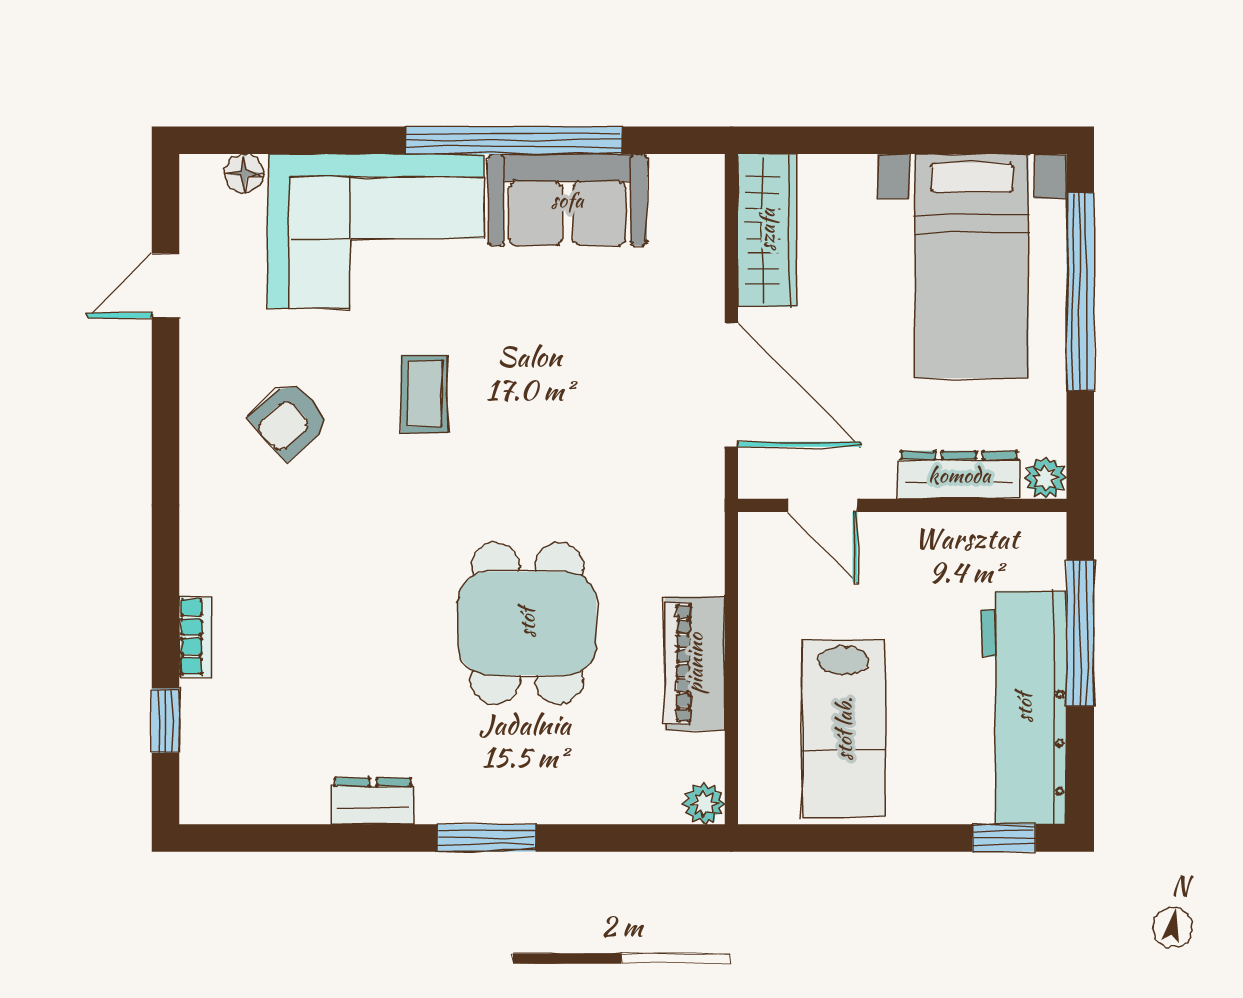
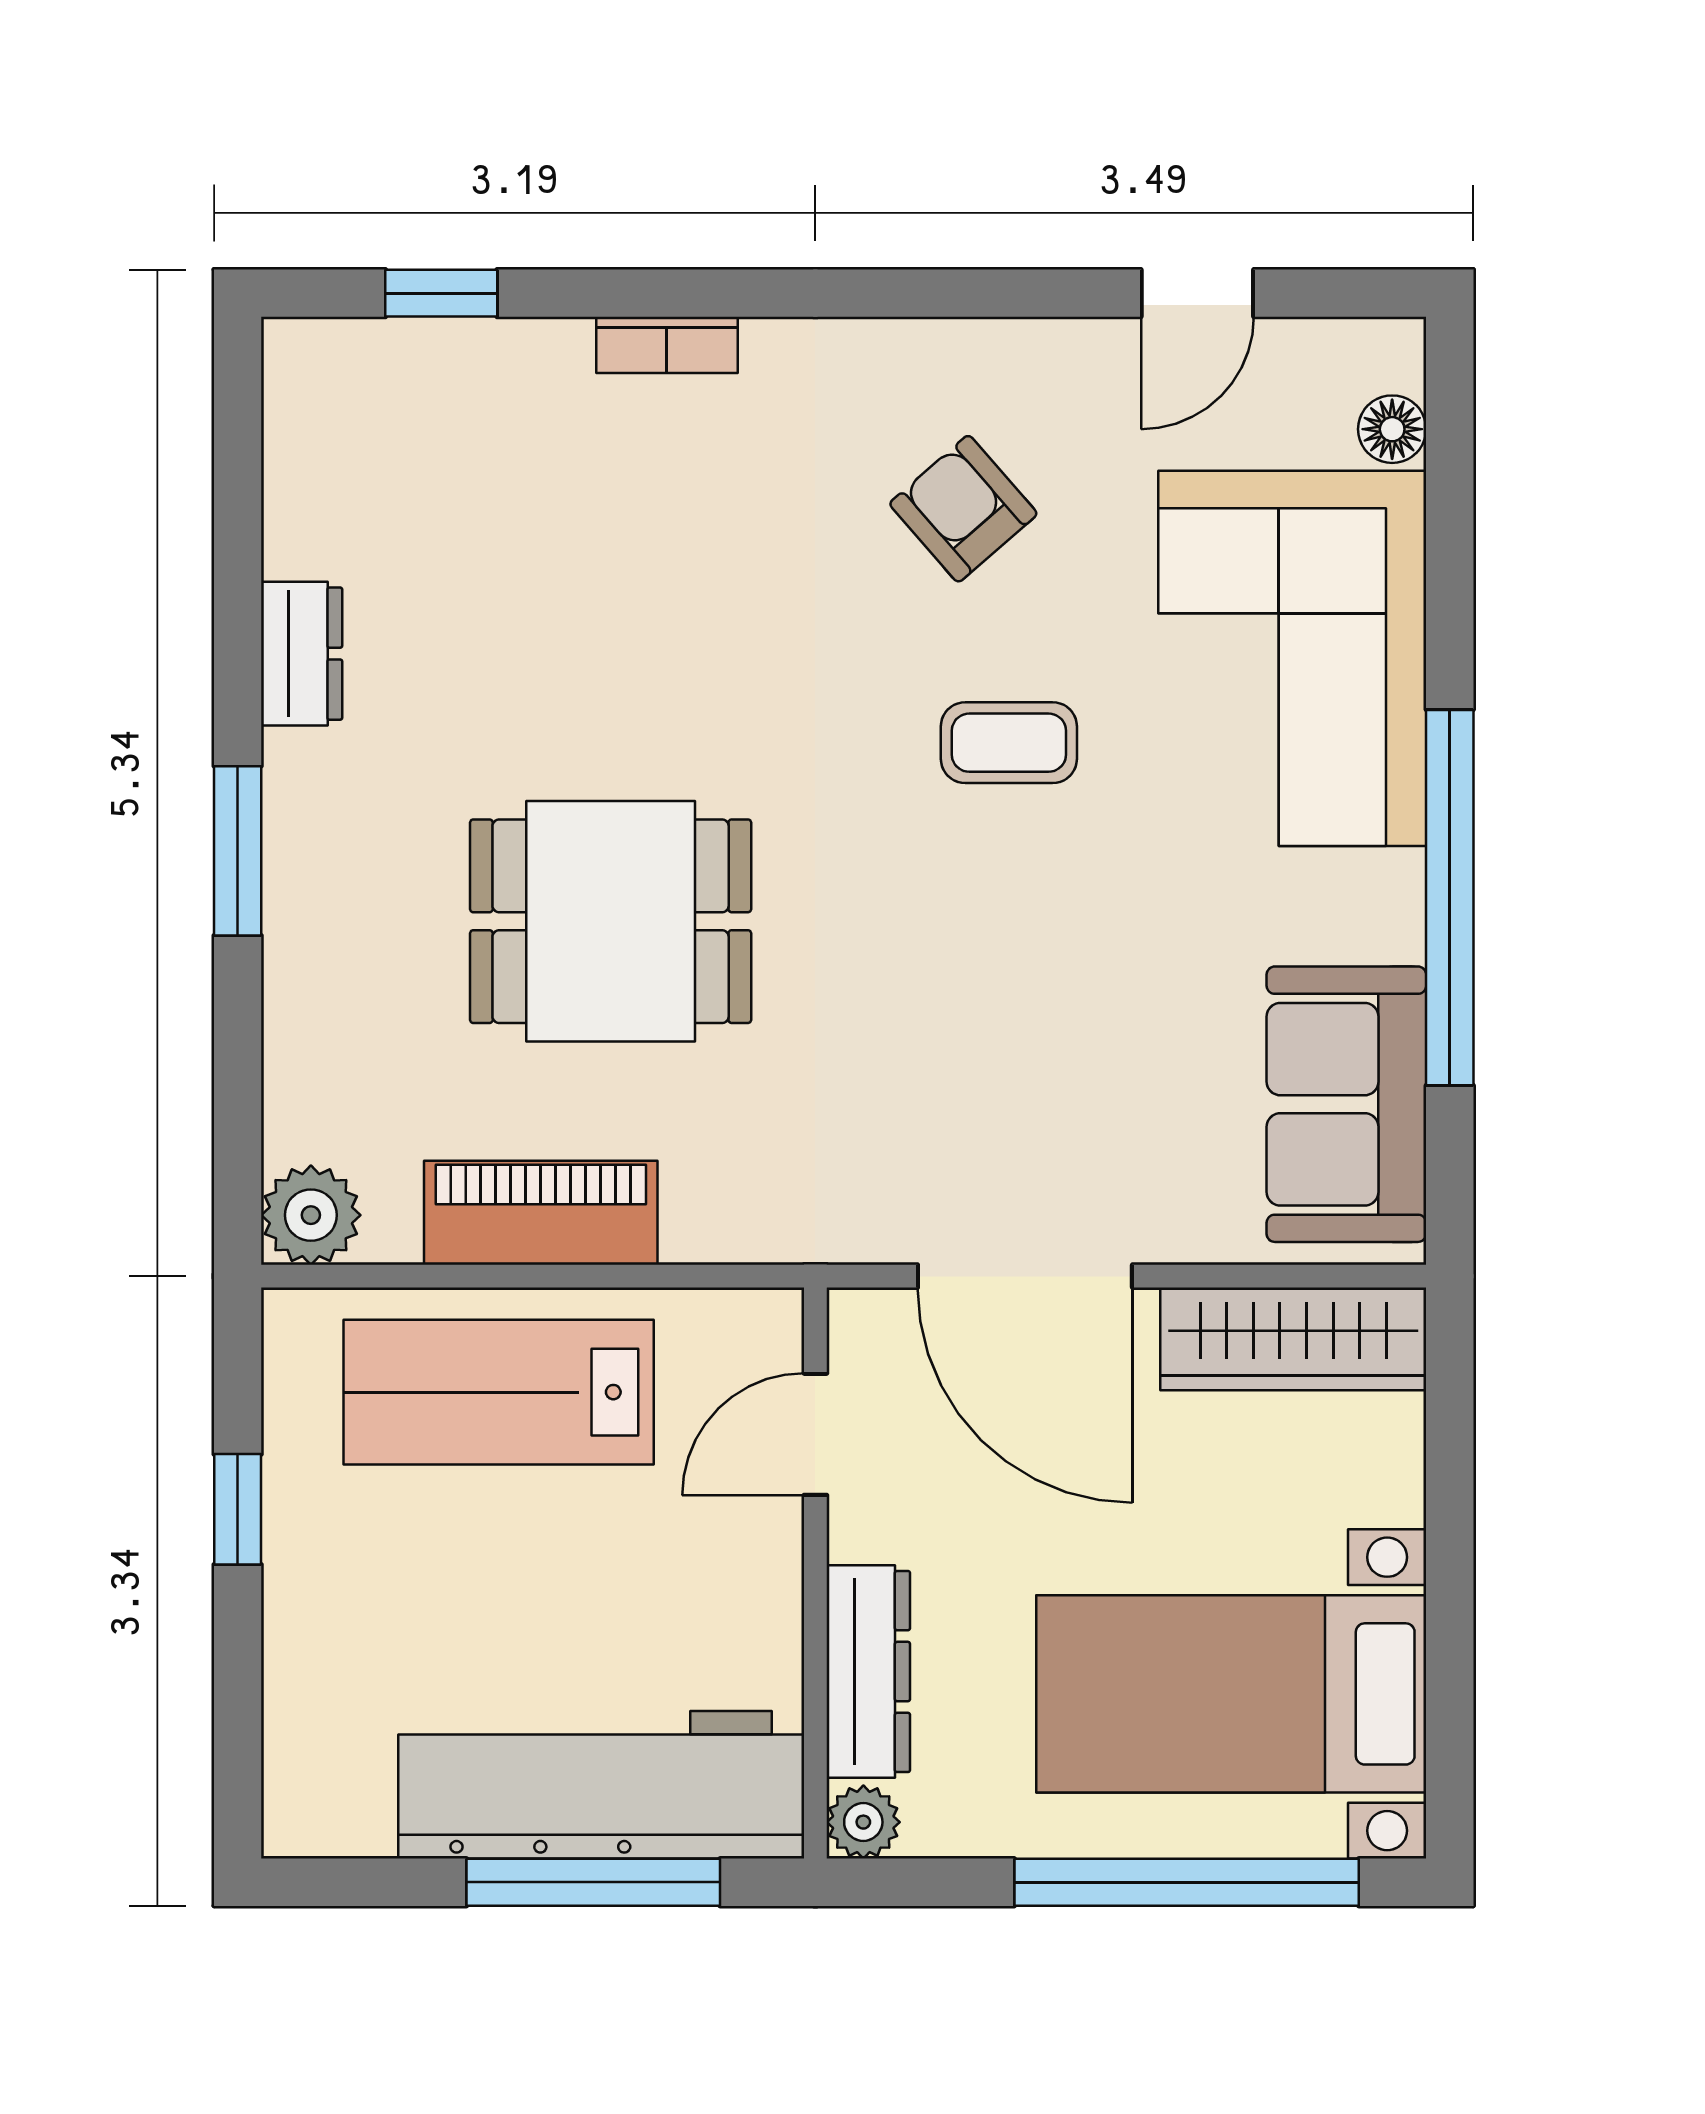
sofa: (567, 200) -> (1346, 1104), moved
door: (166, 286) -> (1197, 293), swing flipped
door: (731, 385) -> (1025, 1276), hinge flipped
bookcase: (195, 637) -> (667, 345), moved
workbench: (1024, 708) -> (601, 1785), moved
lab bench: (844, 729) -> (499, 1392), moved
plant: (704, 804) -> (311, 1215), width x1.38, depth x1.38
window: (1004, 838) -> (238, 1509), moved

